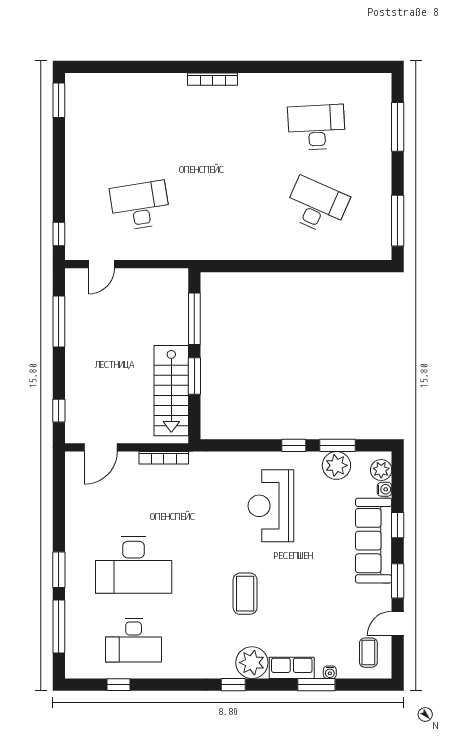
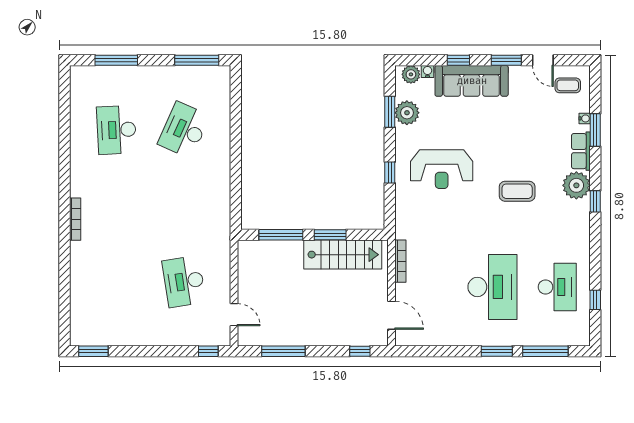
window: (294, 445) -> (390, 172), moved

